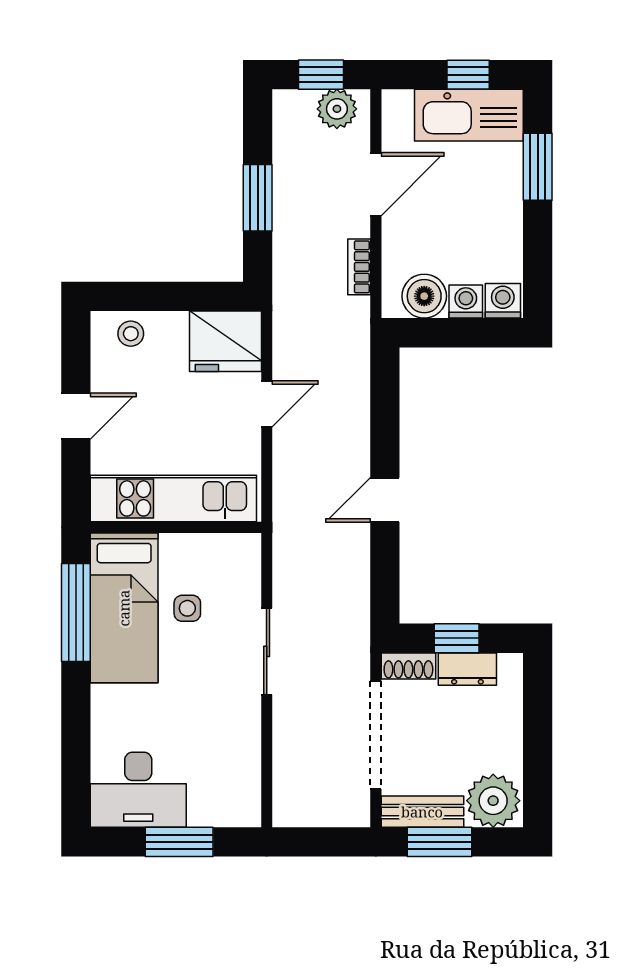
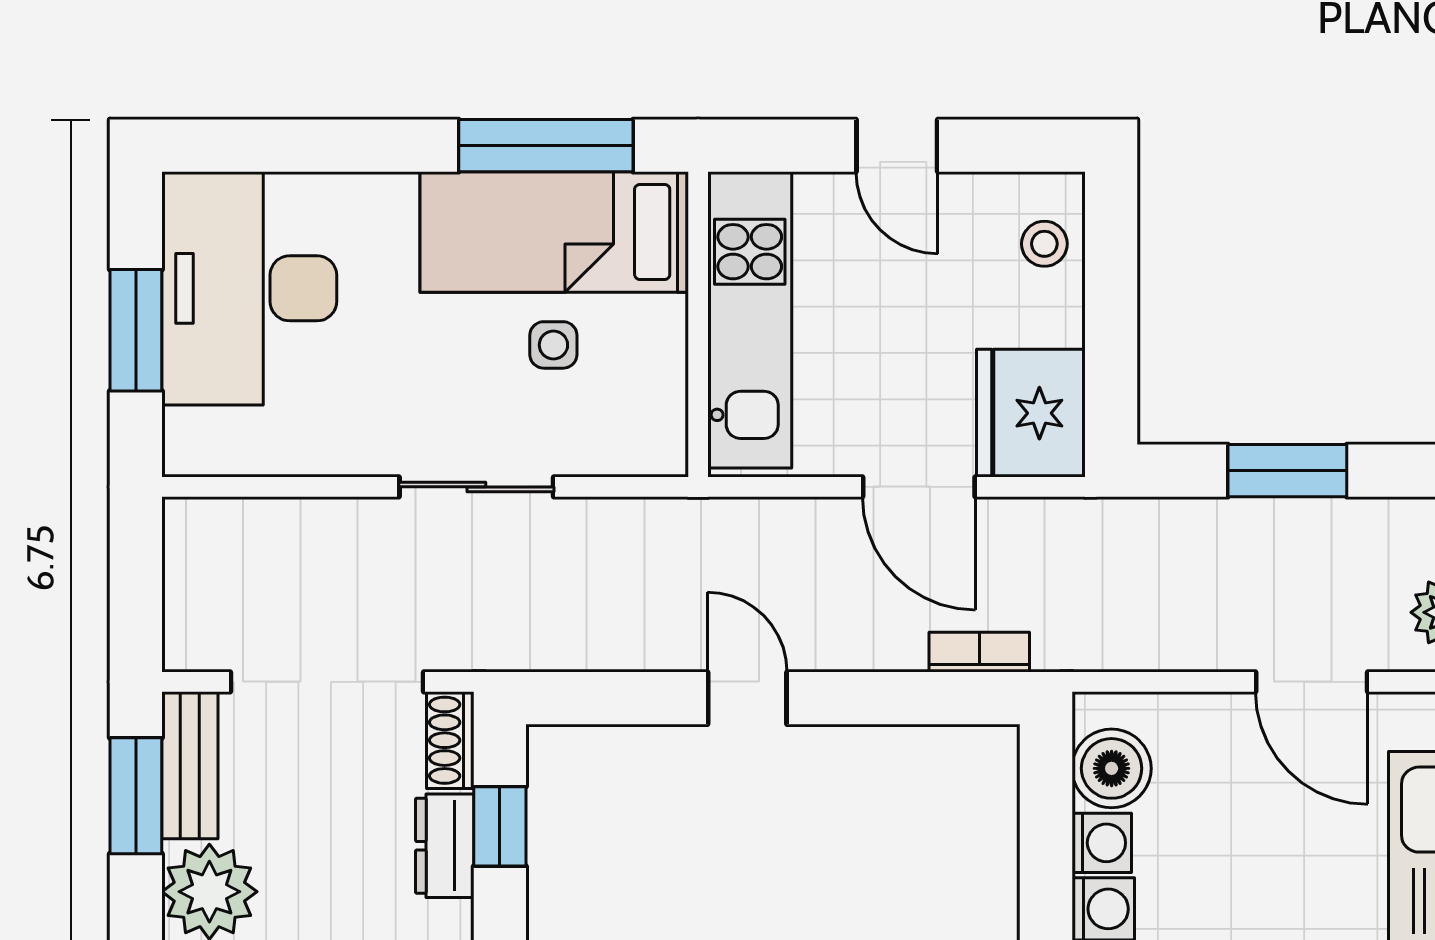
bookcase: (359, 267) -> (979, 652), moved
door: (267, 404) -> (919, 487), width x1.38
desk: (138, 790) -> (249, 288), width x1.36, depth x1.30

